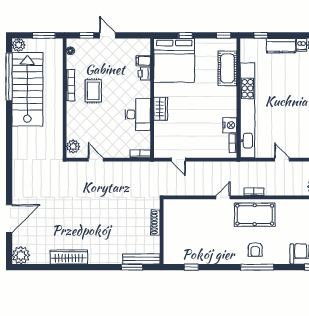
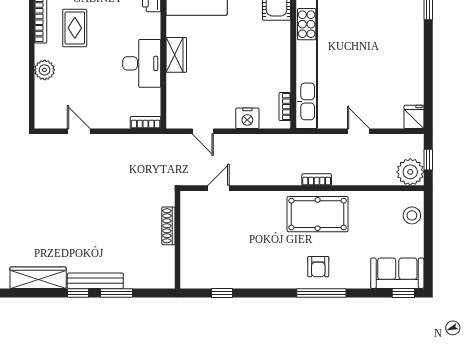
nightstand: (230, 125) -> (247, 118), moved, turned 90
plant: (73, 147) -> (45, 70), moved
door: (223, 197) -> (218, 188), moved
bench: (141, 259) -> (95, 281), moved
window: (95, 267) -> (78, 293), added
window: (132, 267) -> (116, 293), moved

